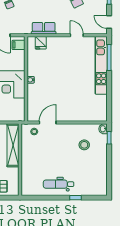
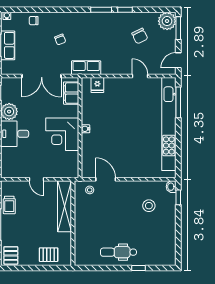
door: (109, 22) -> (178, 60), hinge flipped
row of seats: (44, 28) -> (86, 68), moved
filing cabinet: (18, 45) -> (71, 93), width x2.00
kitchen unit: (101, 65) -> (169, 124), width x1.36
door: (48, 123) -> (106, 179), hinge flipped

